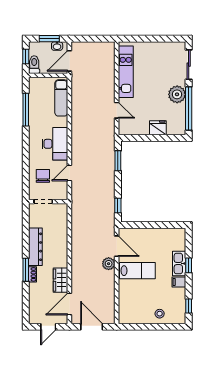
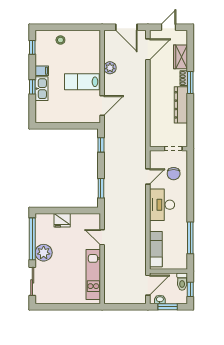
door: (117, 246) -> (102, 106), swing flipped
plant: (109, 264) -> (110, 68), moved
wardrobe: (60, 280) -> (180, 57), moved, turned 180

